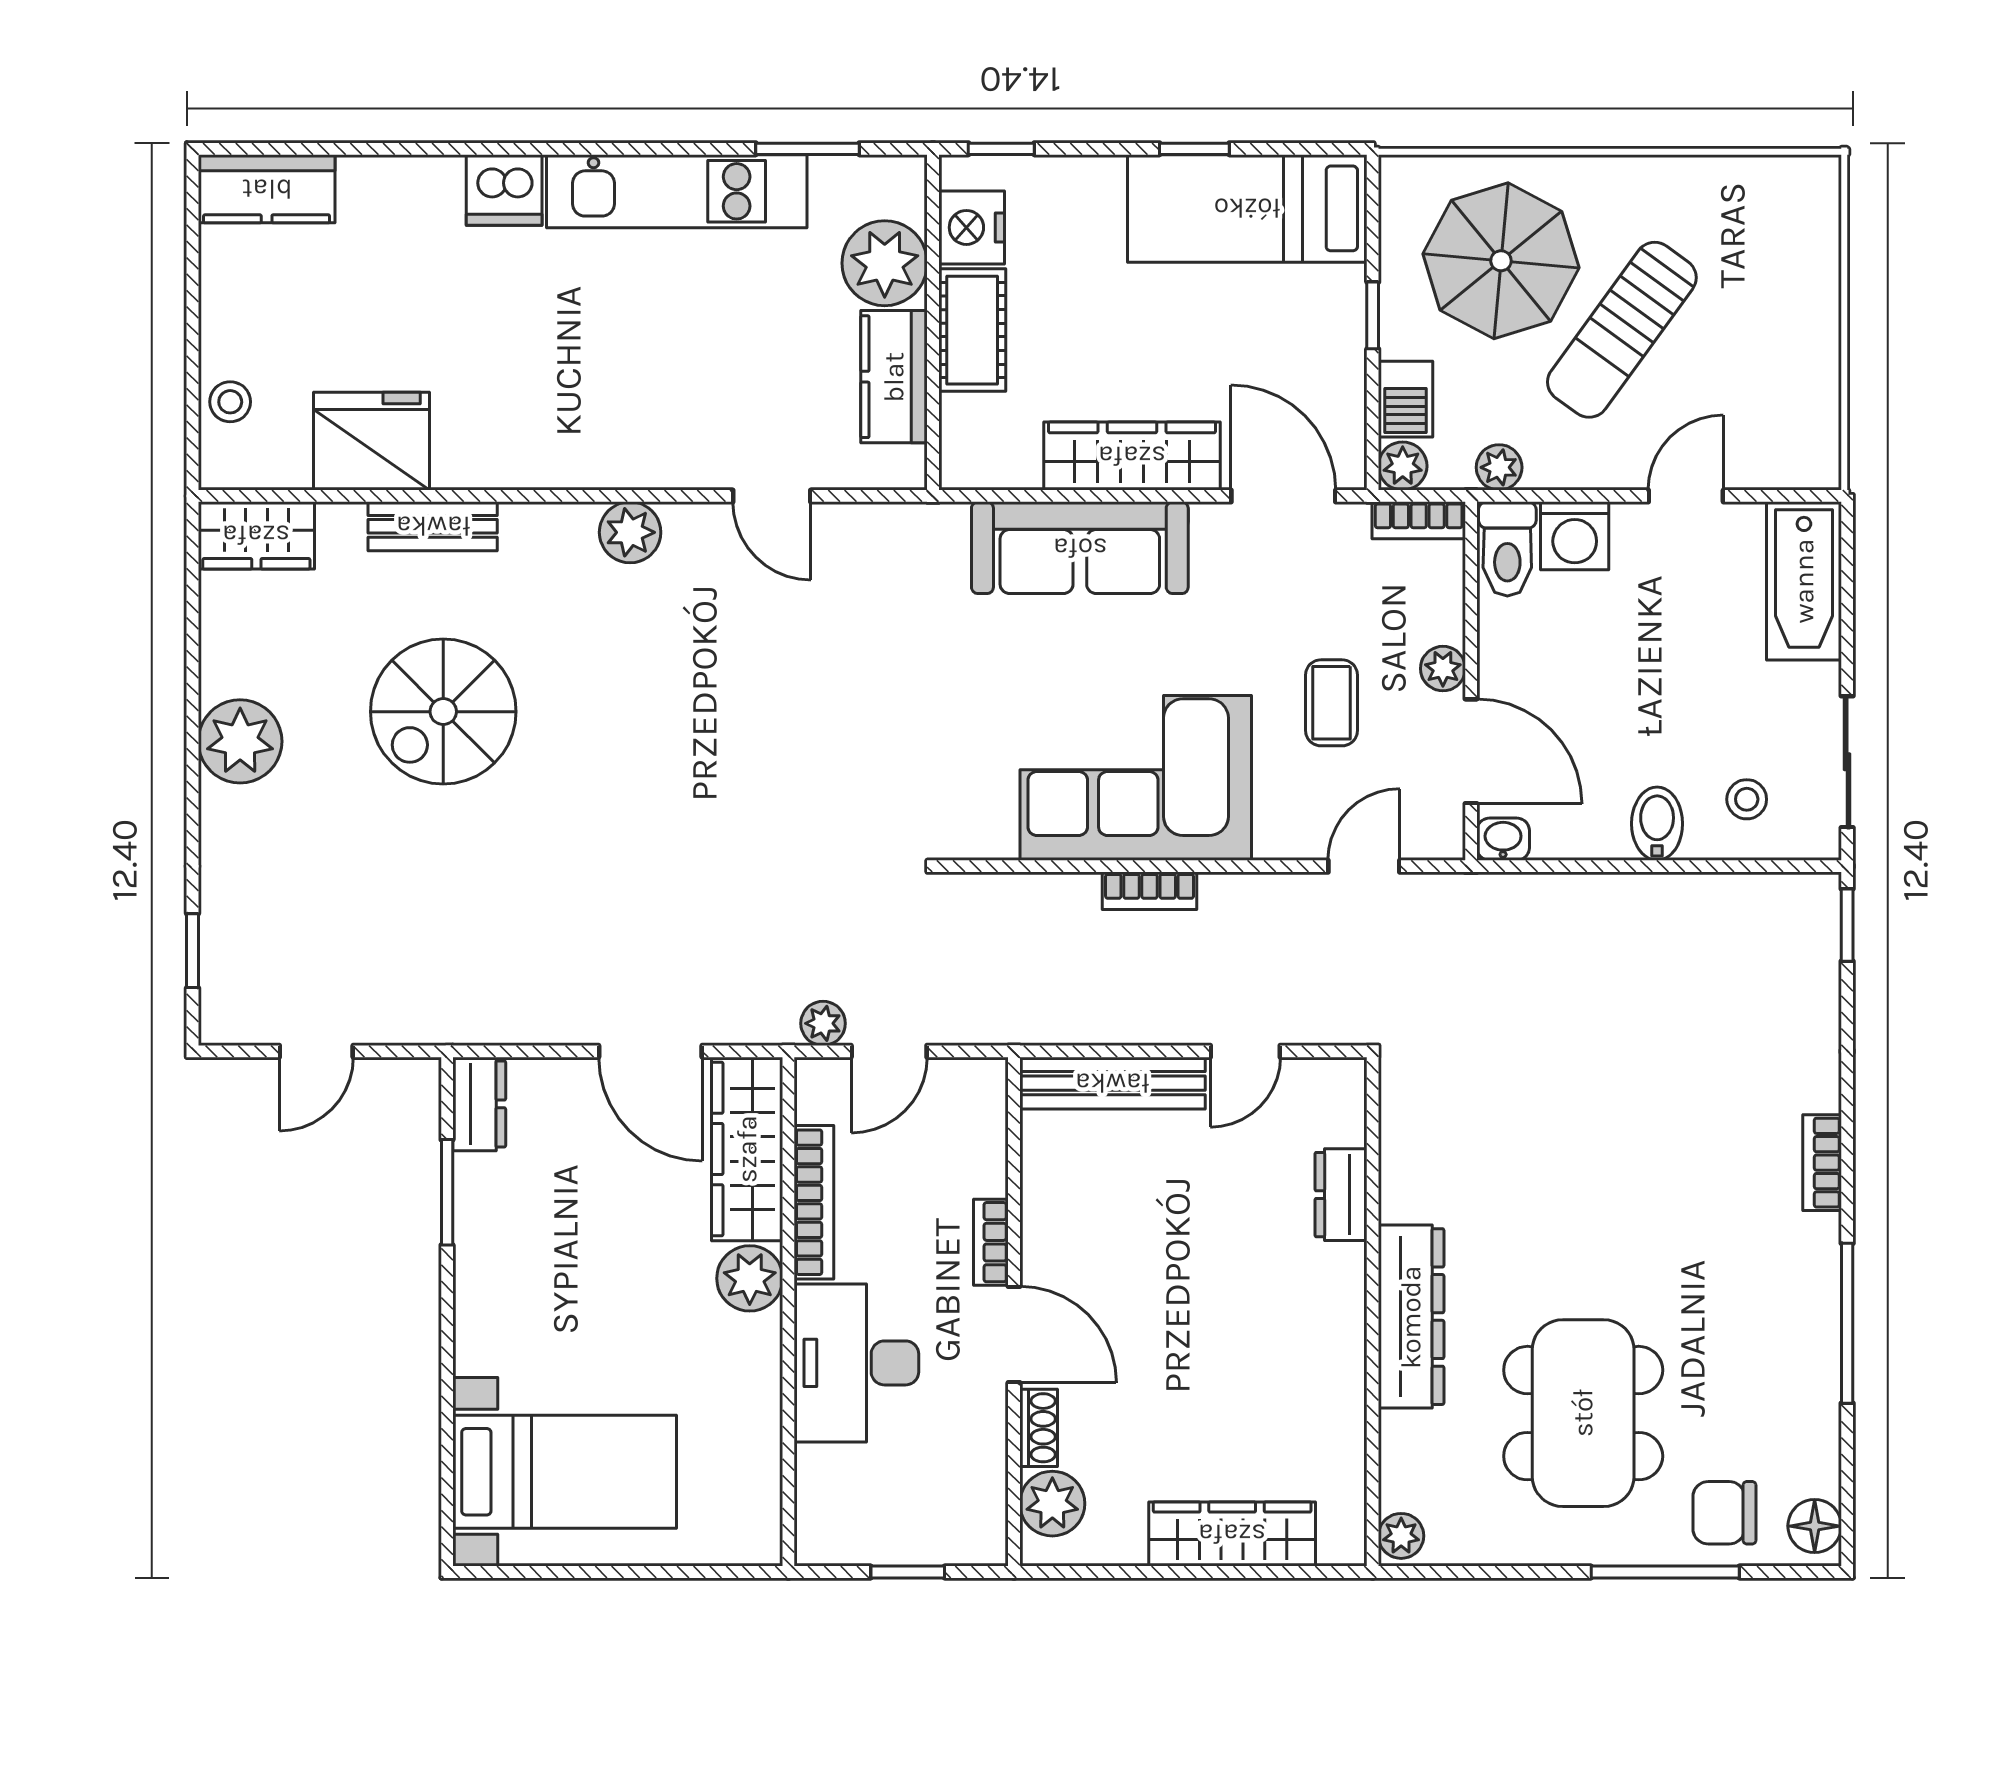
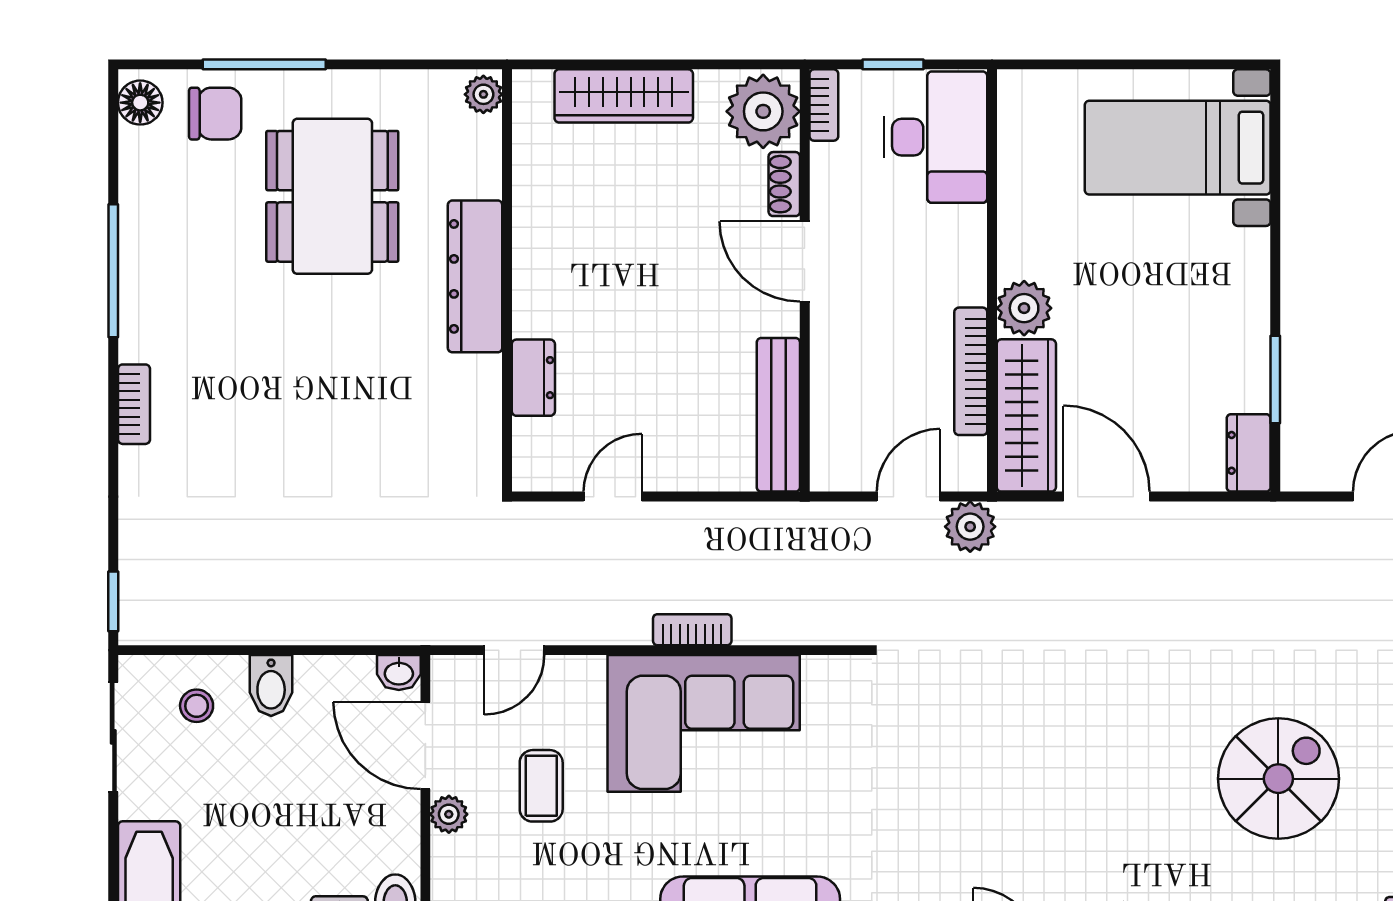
plant: (823, 1023) -> (970, 527), width x1.38, depth x1.38
bench: (1112, 1083) -> (778, 415), moved, turned 90
bookcase: (991, 1242) -> (824, 105), moved
desk: (856, 1363) -> (936, 137), moved
plant: (1052, 1504) -> (763, 111), width x1.36, depth x1.36

